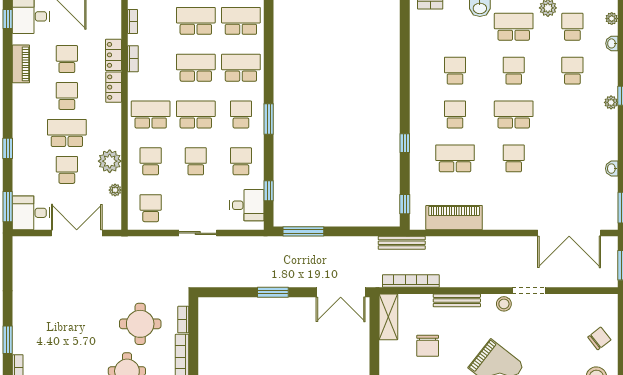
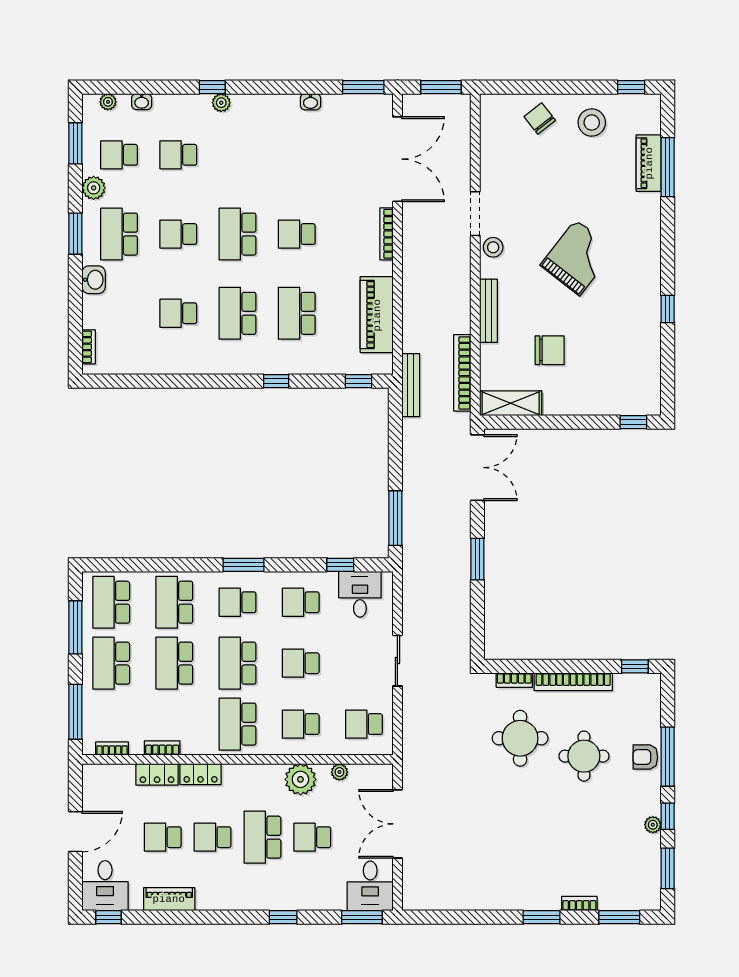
school desk: (455, 115) -> (238, 313), width x1.85
bookcase: (514, 225) -> (386, 234), added

